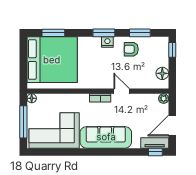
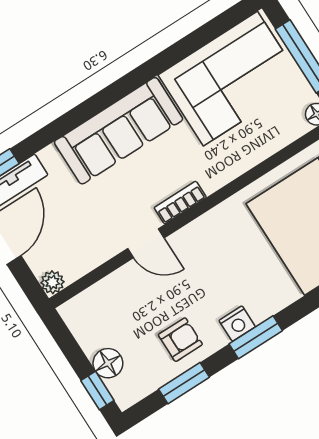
floor lamp: (162, 73) -> (108, 363), moved

